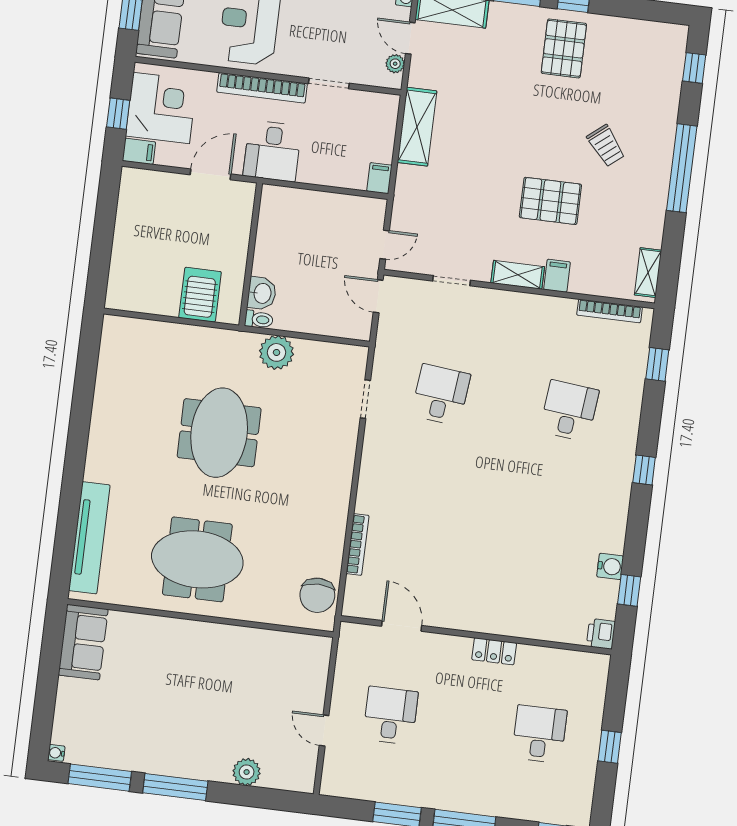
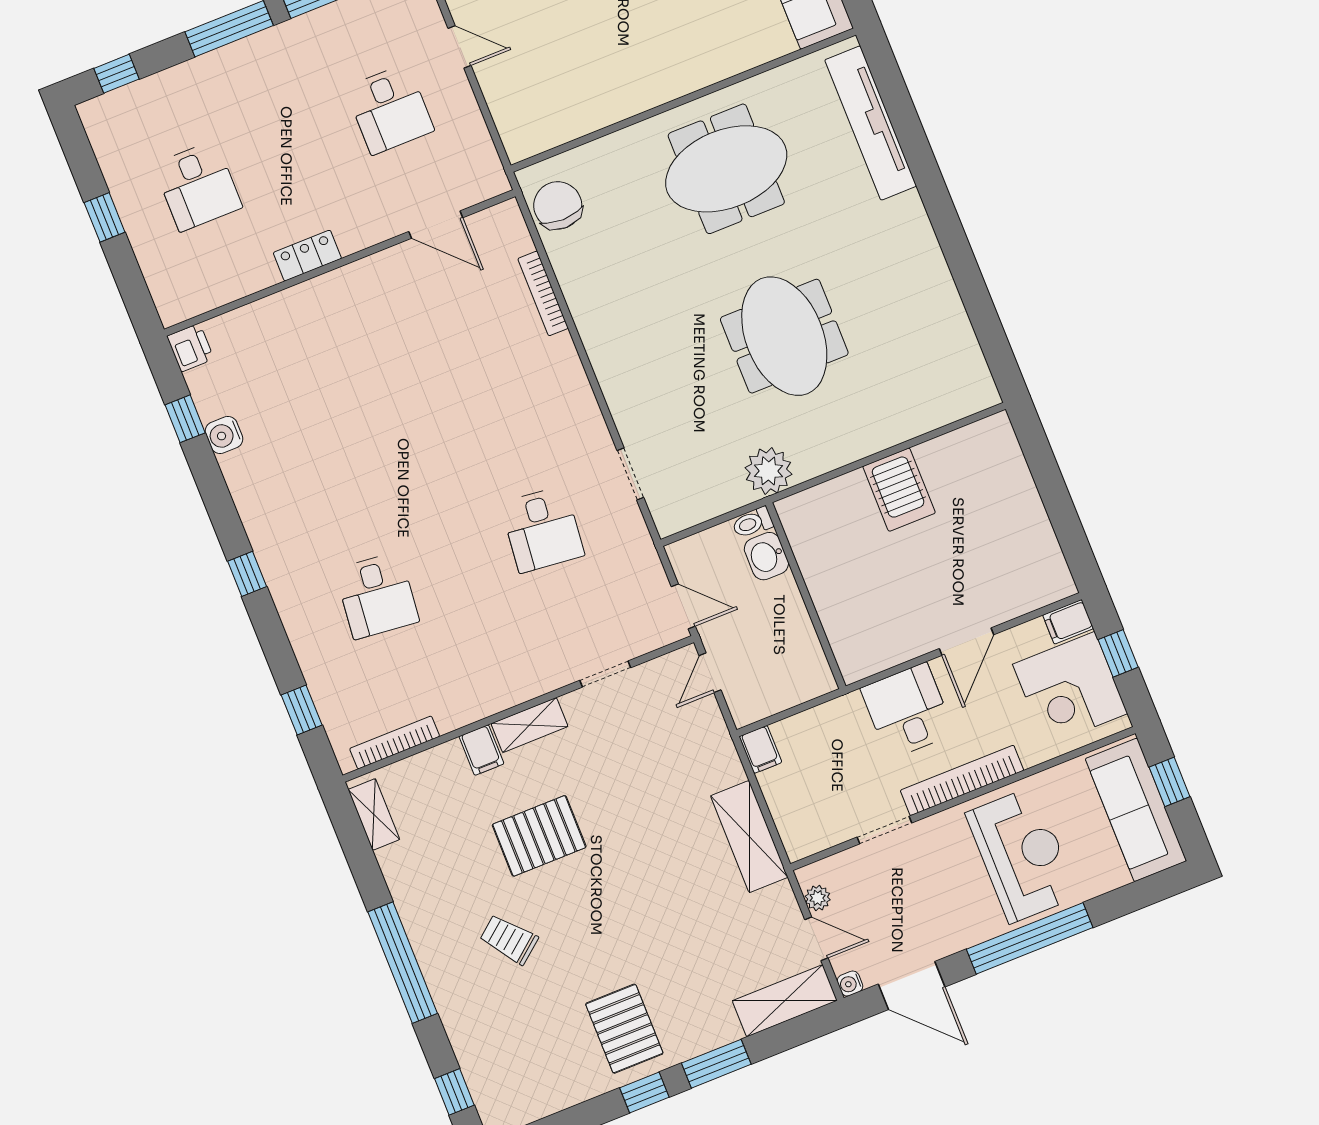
wall: (251, 254) -> (806, 596), moved
washbasin: (262, 293) -> (766, 556), moved
toilet: (259, 319) -> (753, 523), moved

